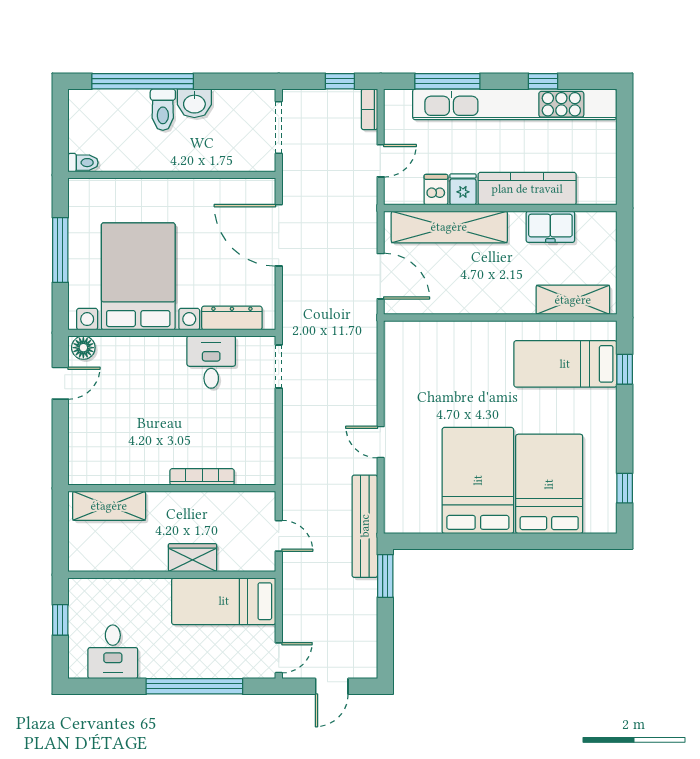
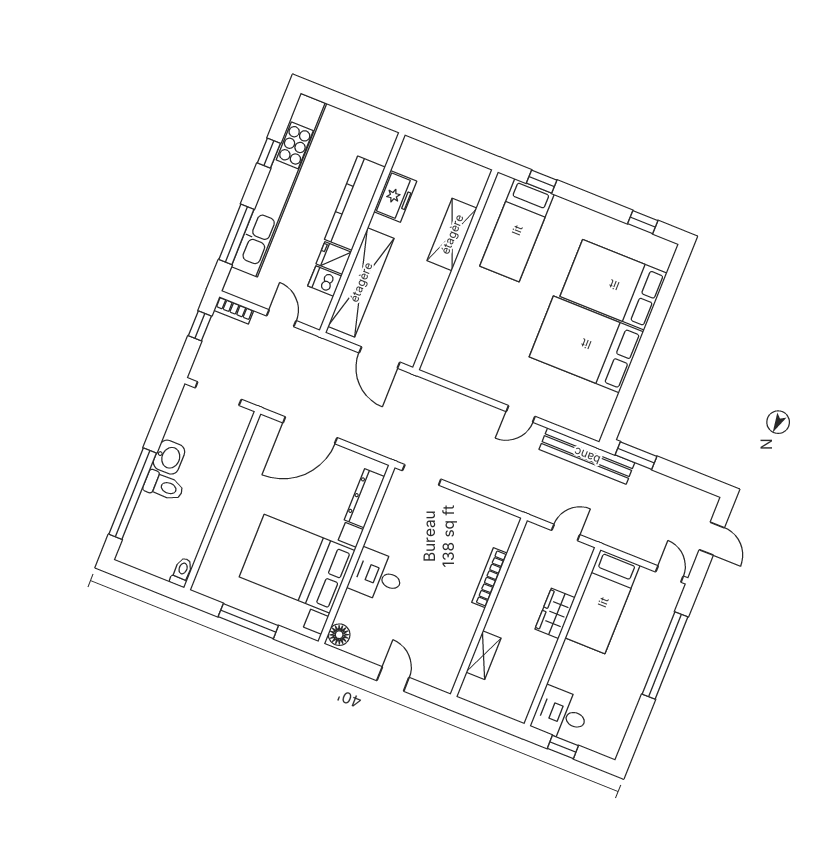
door: (381, 276) -> (379, 358), swing flipped
shelving: (573, 300) -> (452, 234), moved
desk: (211, 362) -> (377, 576), moved
door: (60, 383) -> (393, 679), moved
shelving: (109, 506) -> (484, 655), width x0.67, depth x0.75
desk: (113, 652) -> (561, 714), moved, turned 180

